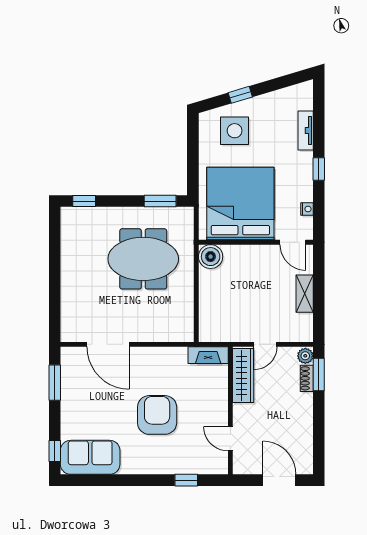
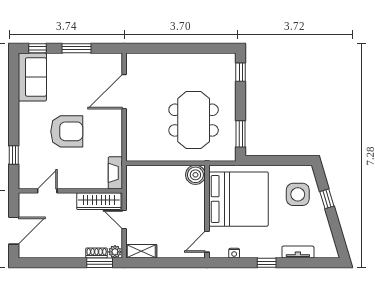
shelving: (305, 294) -> (141, 251), moved
window: (55, 383) -> (76, 48), moved

